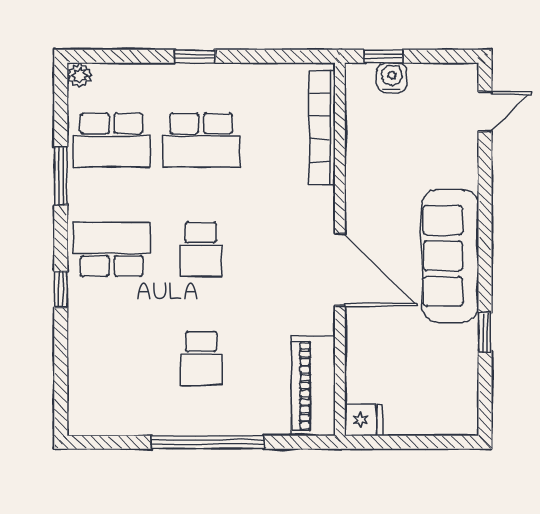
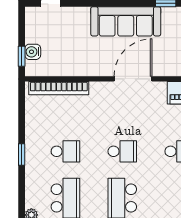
school desk: (201, 140) -> (65, 151), width x0.54

